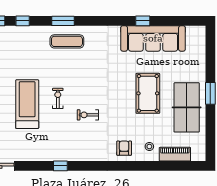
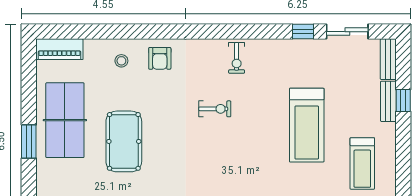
exercise bike: (58, 98) -> (237, 58), moved
piano: (175, 154) -> (59, 49), moved
window: (60, 166) -> (303, 32), moved

